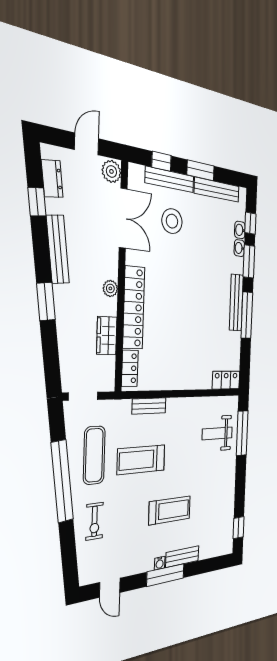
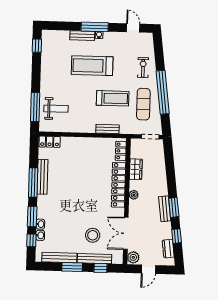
bench: (58, 249) -> (165, 209), width x0.73
window: (46, 302) -> (174, 207), moved
bench: (236, 303) -> (42, 177), moved
treadmill: (170, 510) -> (92, 66), width x1.37, depth x1.38

